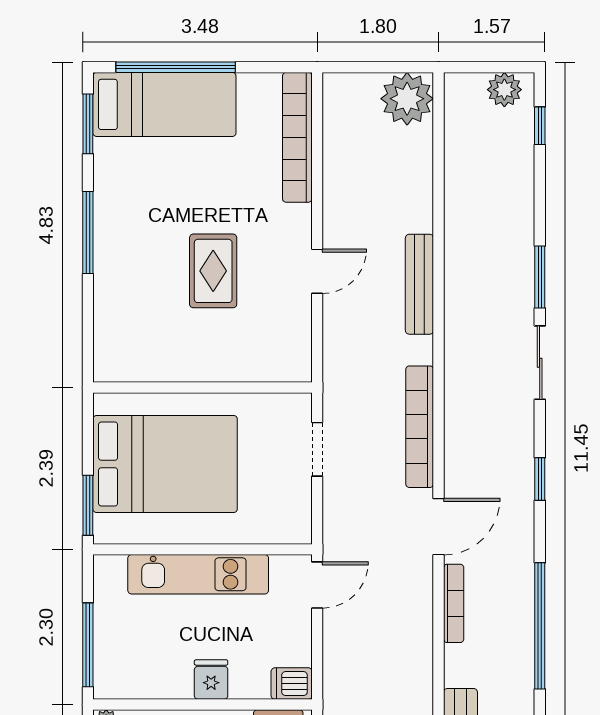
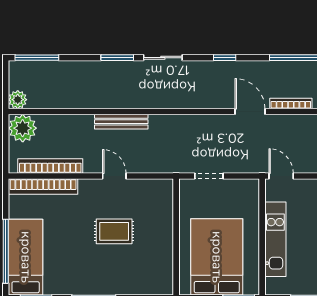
plant: (504, 90) -> (18, 100), moved
window: (540, 126) -> (37, 58), width x2.17
bookcase: (420, 427) -> (50, 166), moved, turned 180

